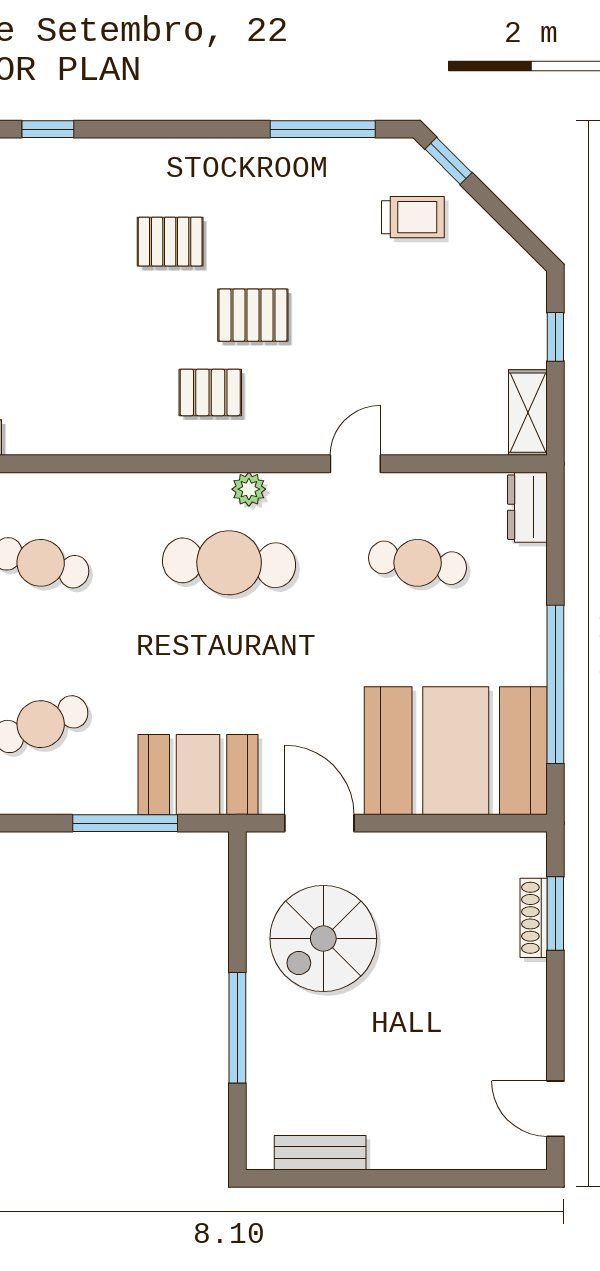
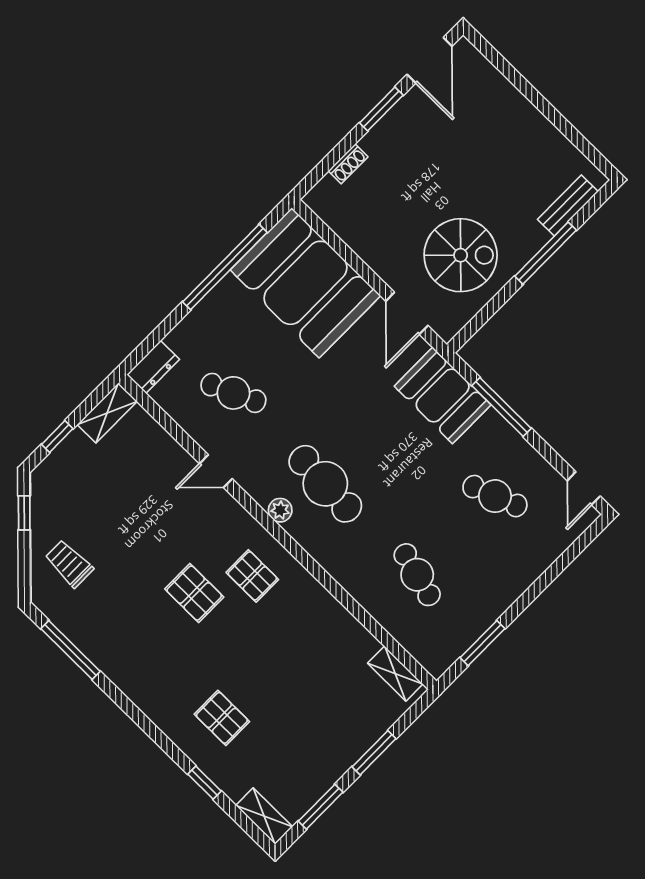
window: (448, 161) -> (24, 513), moved
pallet: (170, 242) -> (222, 718), moved
cafe table: (418, 563) -> (233, 393), turned -33
window: (555, 913) -> (381, 109), moved
shoe rack: (534, 918) -> (348, 164), width x0.70
door: (555, 1109) -> (430, 60), width x1.38
bench: (320, 1153) -> (568, 206), moved, turned 90

